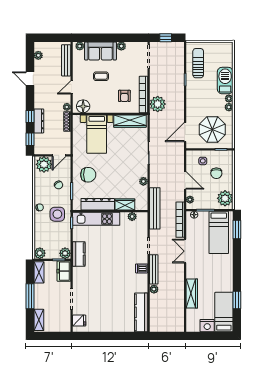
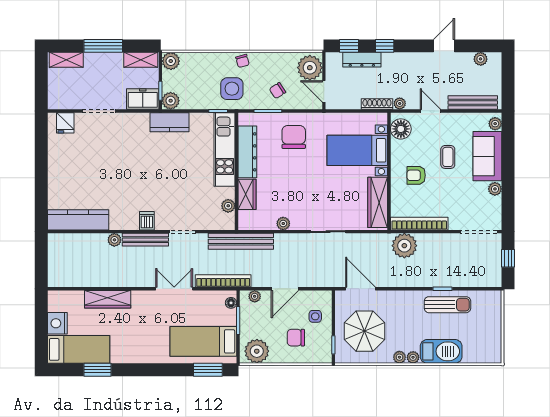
sun lounger: (198, 63) -> (447, 305), moved
armchair: (124, 96) -> (416, 175), moved
dresser: (39, 121) -> (362, 60), moved
chair: (88, 175) -> (294, 137), turned 180

